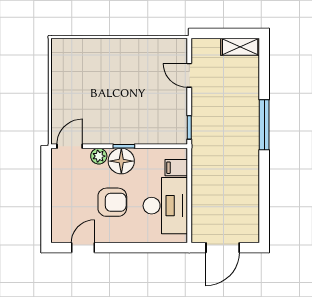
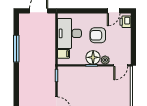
window: (264, 125) -> (16, 49), moved
printer: (61, 227) -> (125, 22), added

